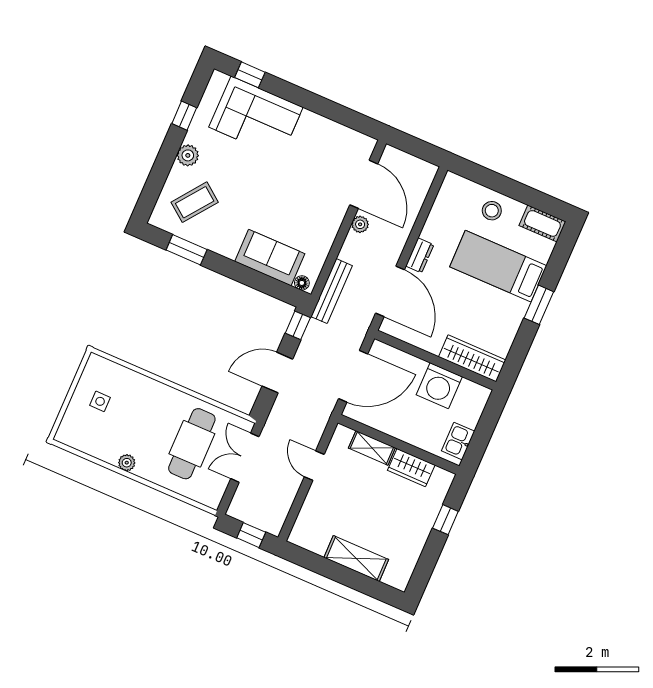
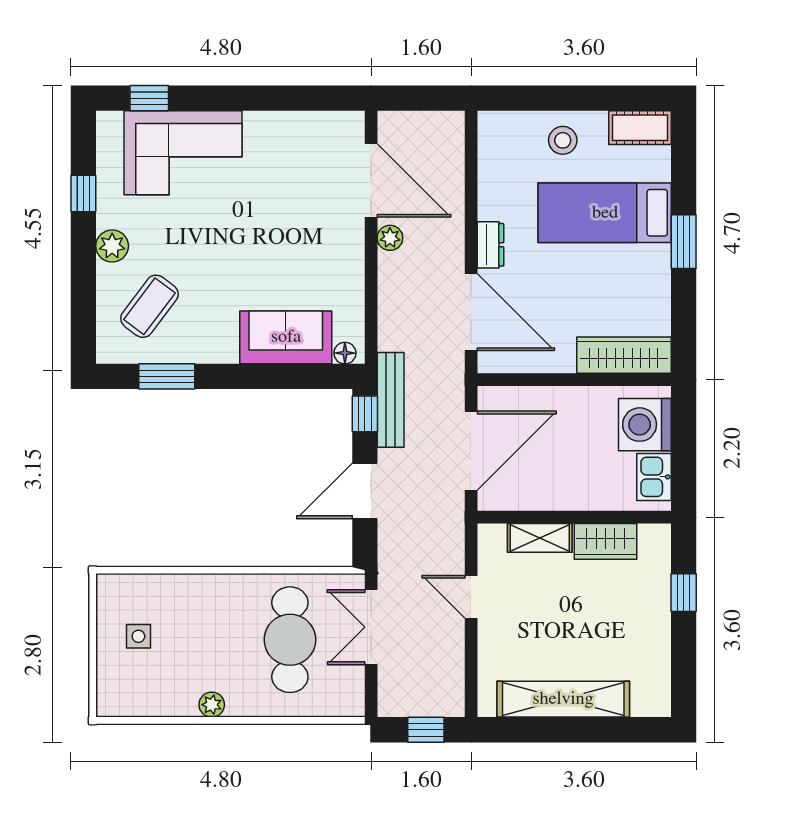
bench: (332, 291) -> (391, 400), moved
washing machine: (439, 386) -> (645, 425), moved, turned 90
shelving: (356, 559) -> (563, 699), width x1.47

